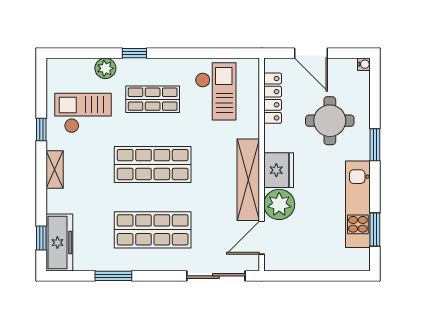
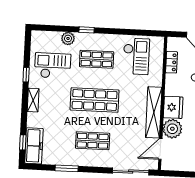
locker: (273, 98) -> (171, 62), width x0.66
shop shelf: (153, 230) -> (93, 141), width x0.70, depth x0.74

